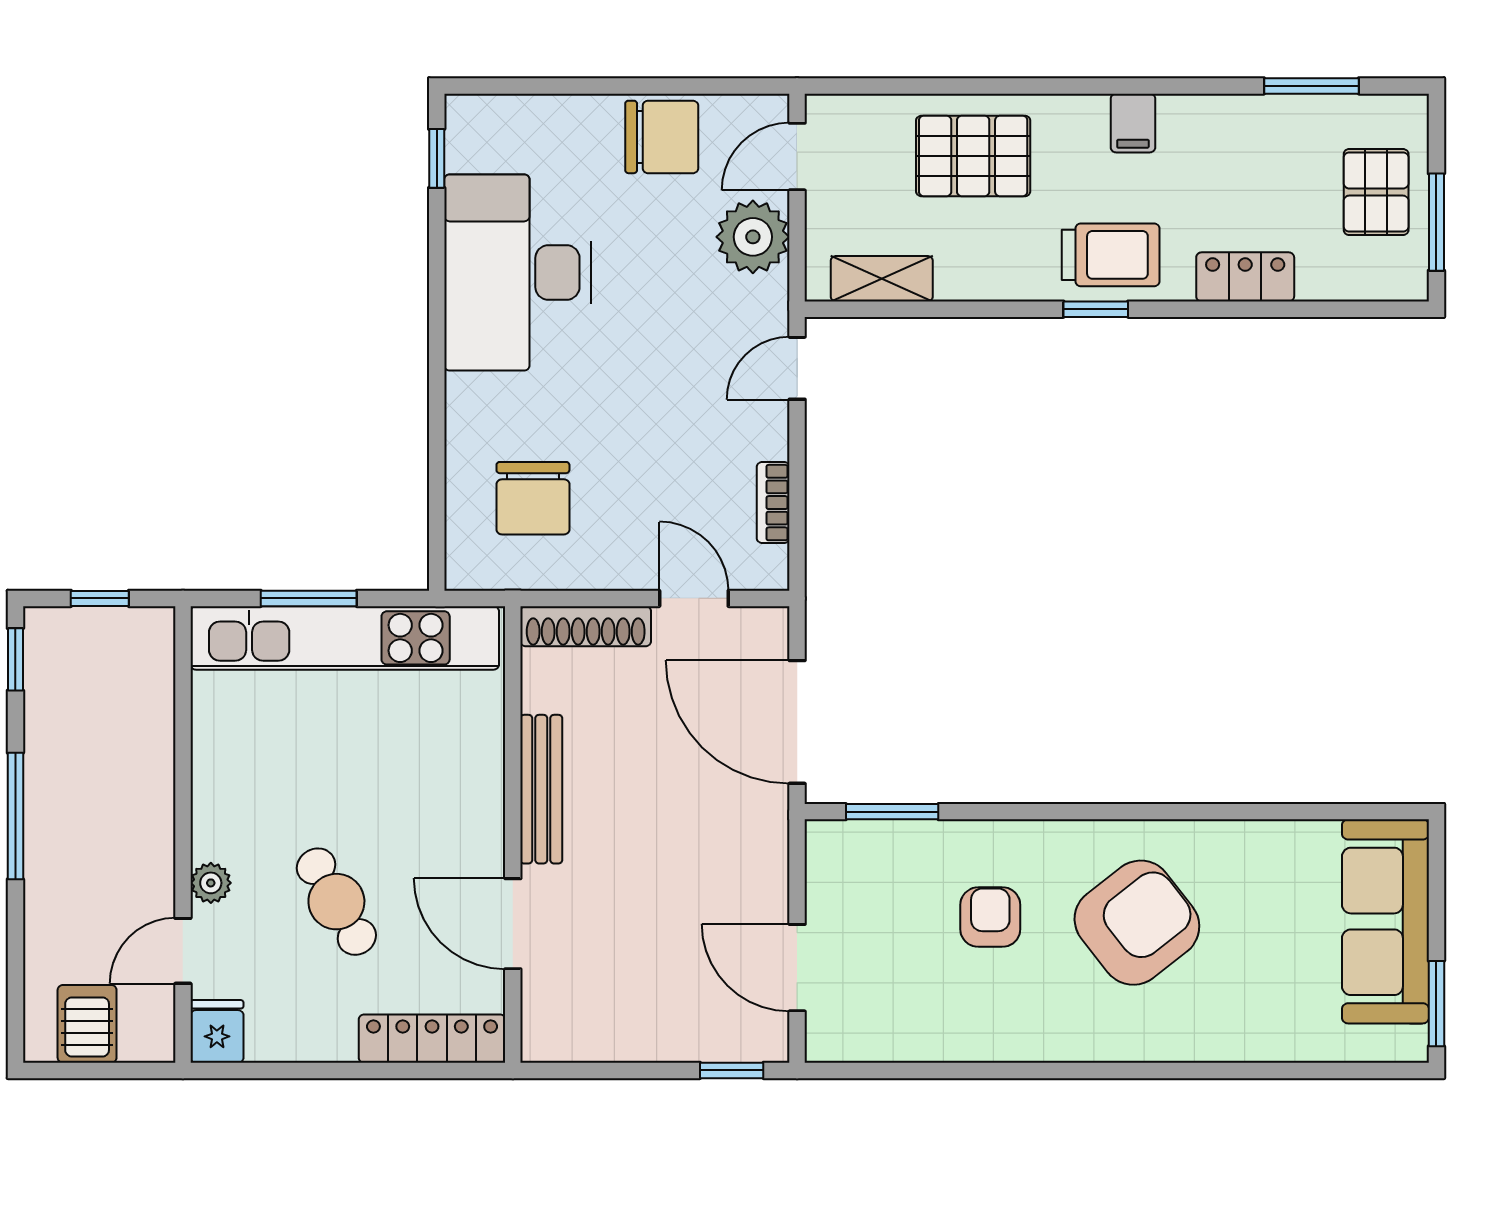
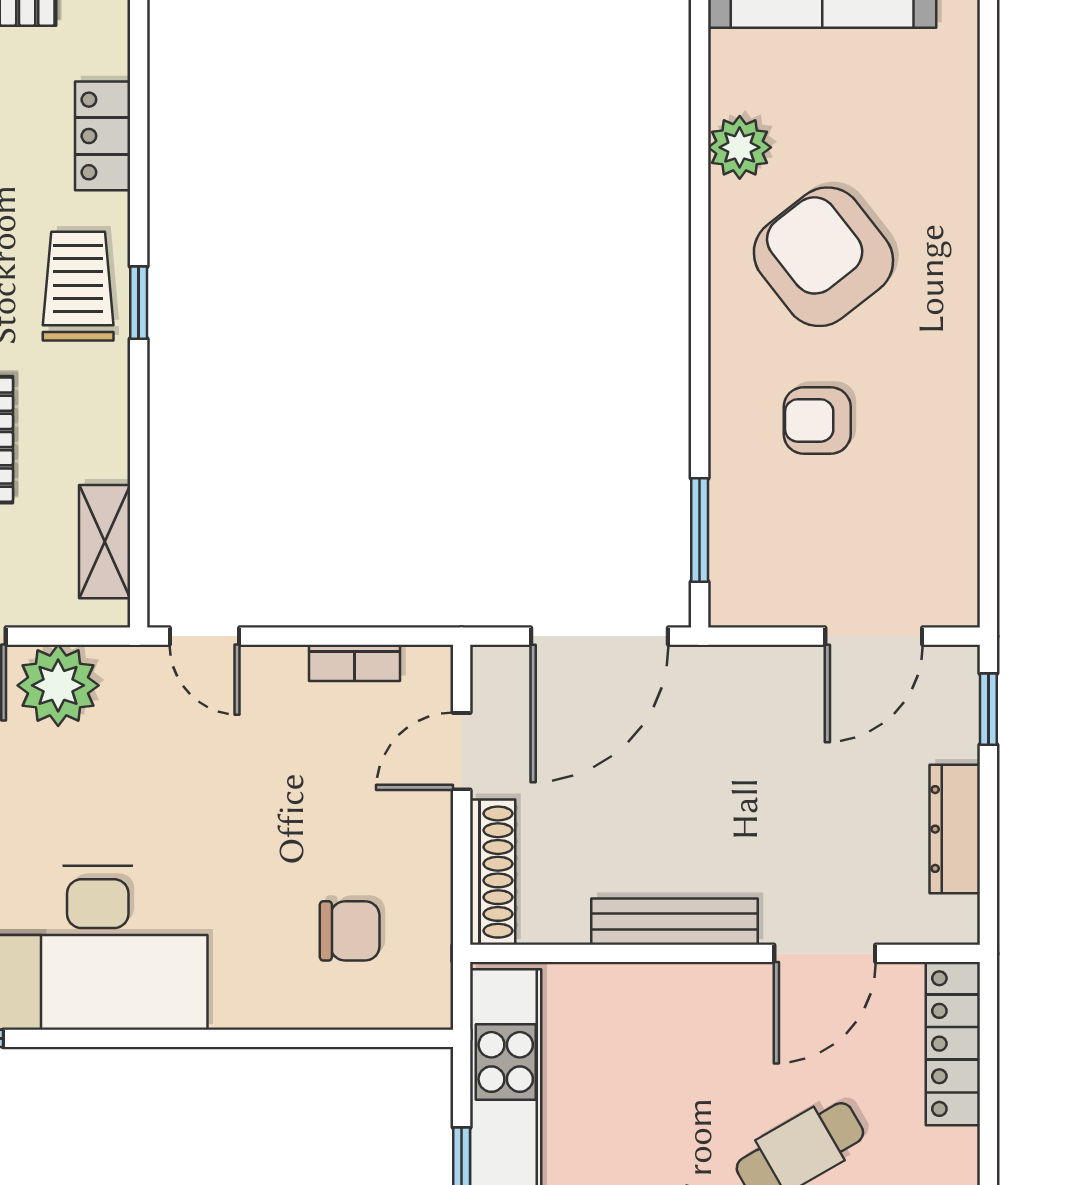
chair: (533, 498) -> (350, 931), width x0.73, depth x0.73
plant: (1235, 847) -> (740, 147), added
dresser: (624, 1040) -> (955, 829), added

